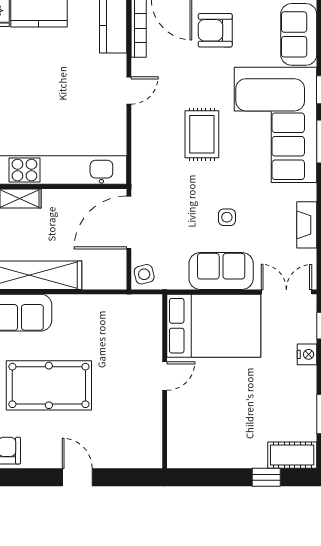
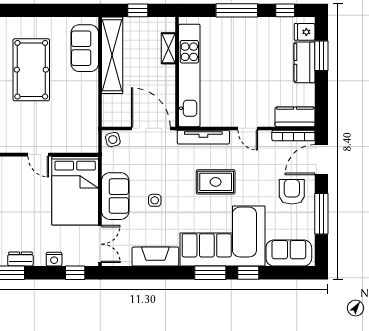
tv unit: (141, 151) -> (203, 137), added
fireplace: (307, 225) -> (155, 257), width x1.37, depth x1.32
dresser: (307, 400) -> (20, 259), added

